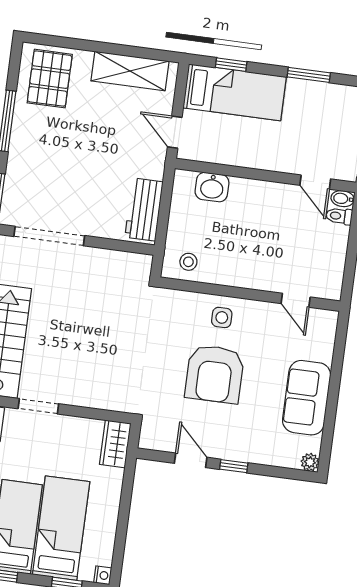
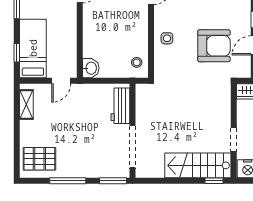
shelving: (130, 71) -> (26, 104), width x0.67, depth x0.75
washbasin: (212, 187) -> (91, 68), moved
workbench: (144, 210) -> (120, 106), moved, turned 90
armchair: (215, 374) -> (214, 46), moved

